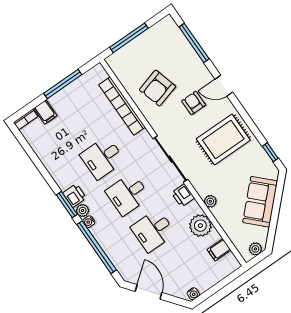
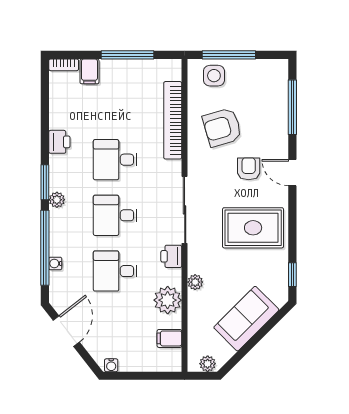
side table: (129, 58) -> (214, 76), added
printer: (75, 196) -> (59, 142), moved
water cooler: (89, 222) -> (55, 263), moved

